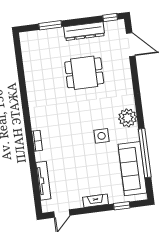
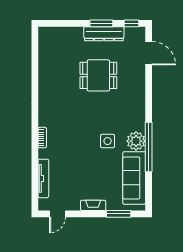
window: (50, 25) -> (101, 23), moved
plant: (128, 118) -> (136, 141), moved
window: (145, 153) -> (149, 147), moved
window: (122, 206) -> (119, 214), width x1.50

